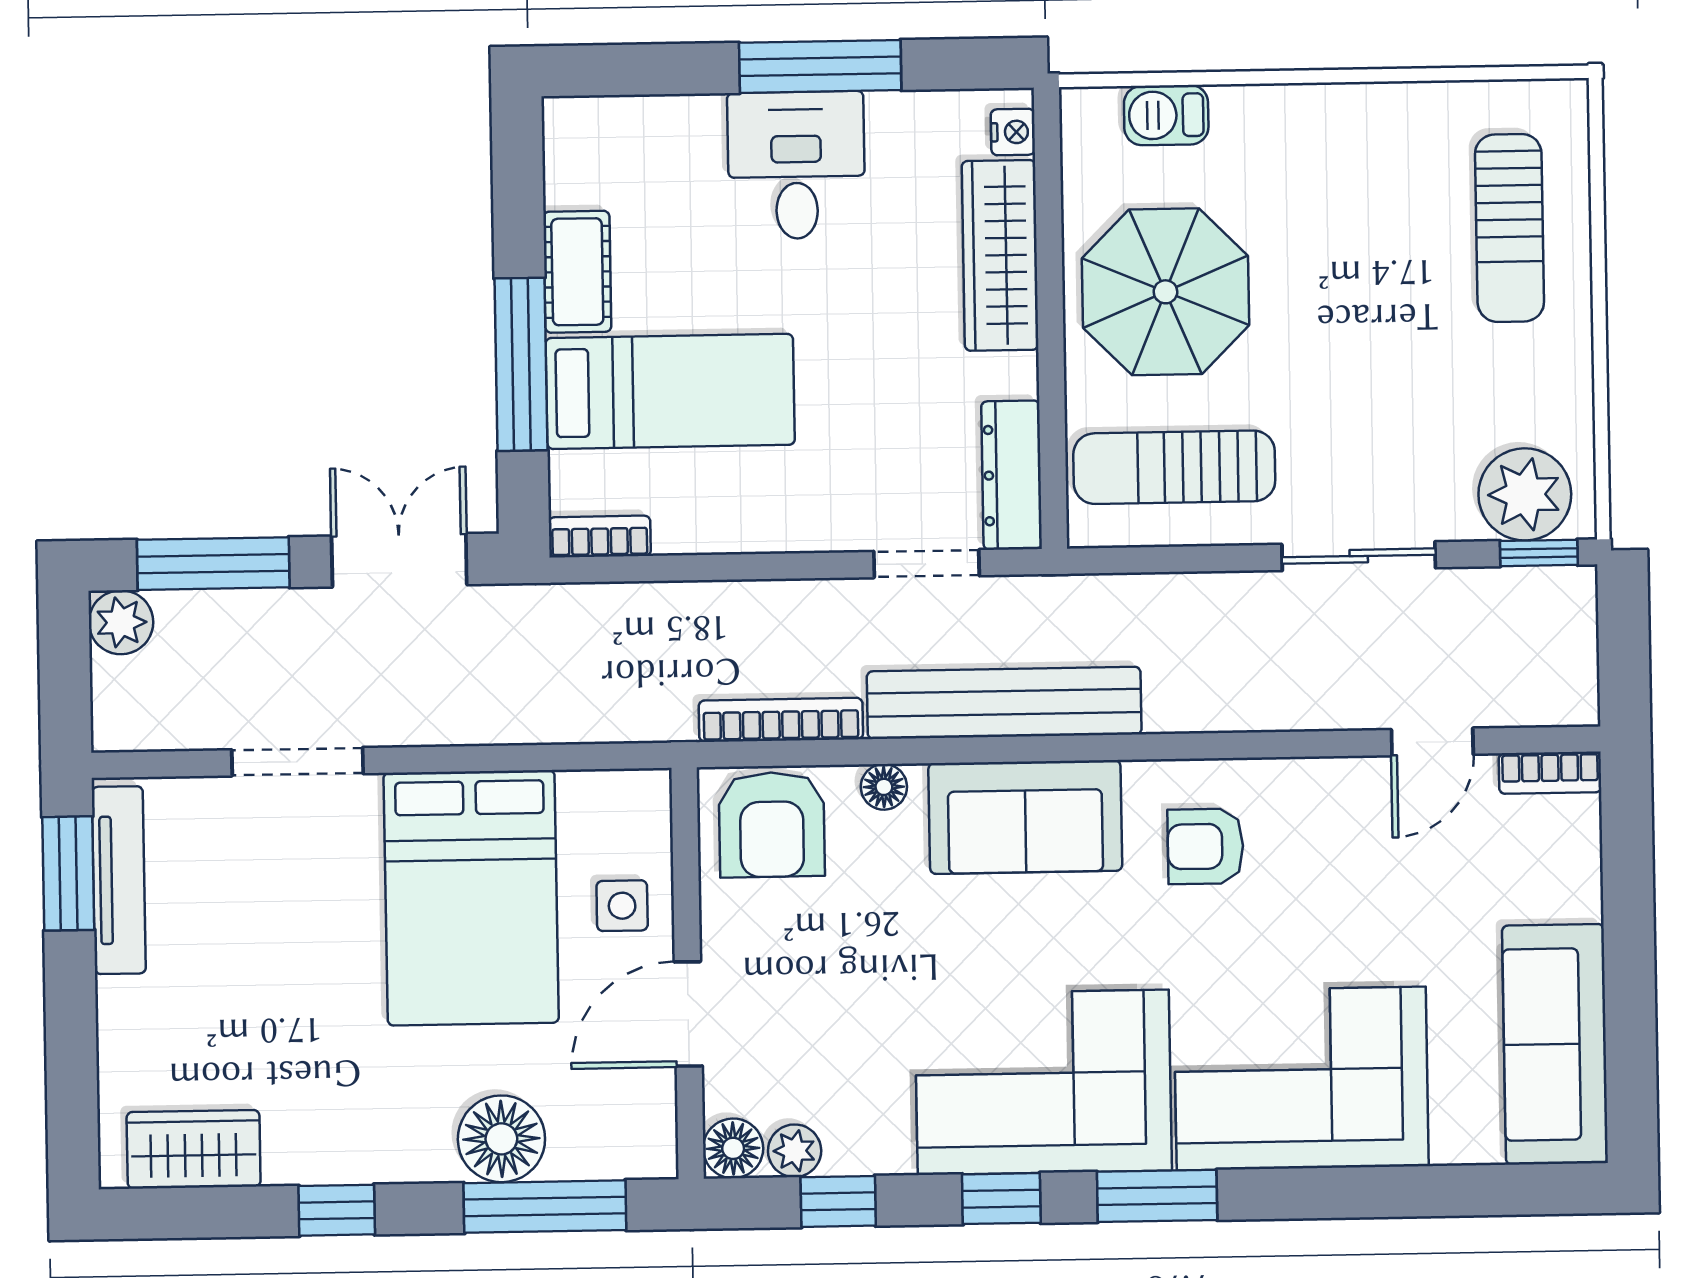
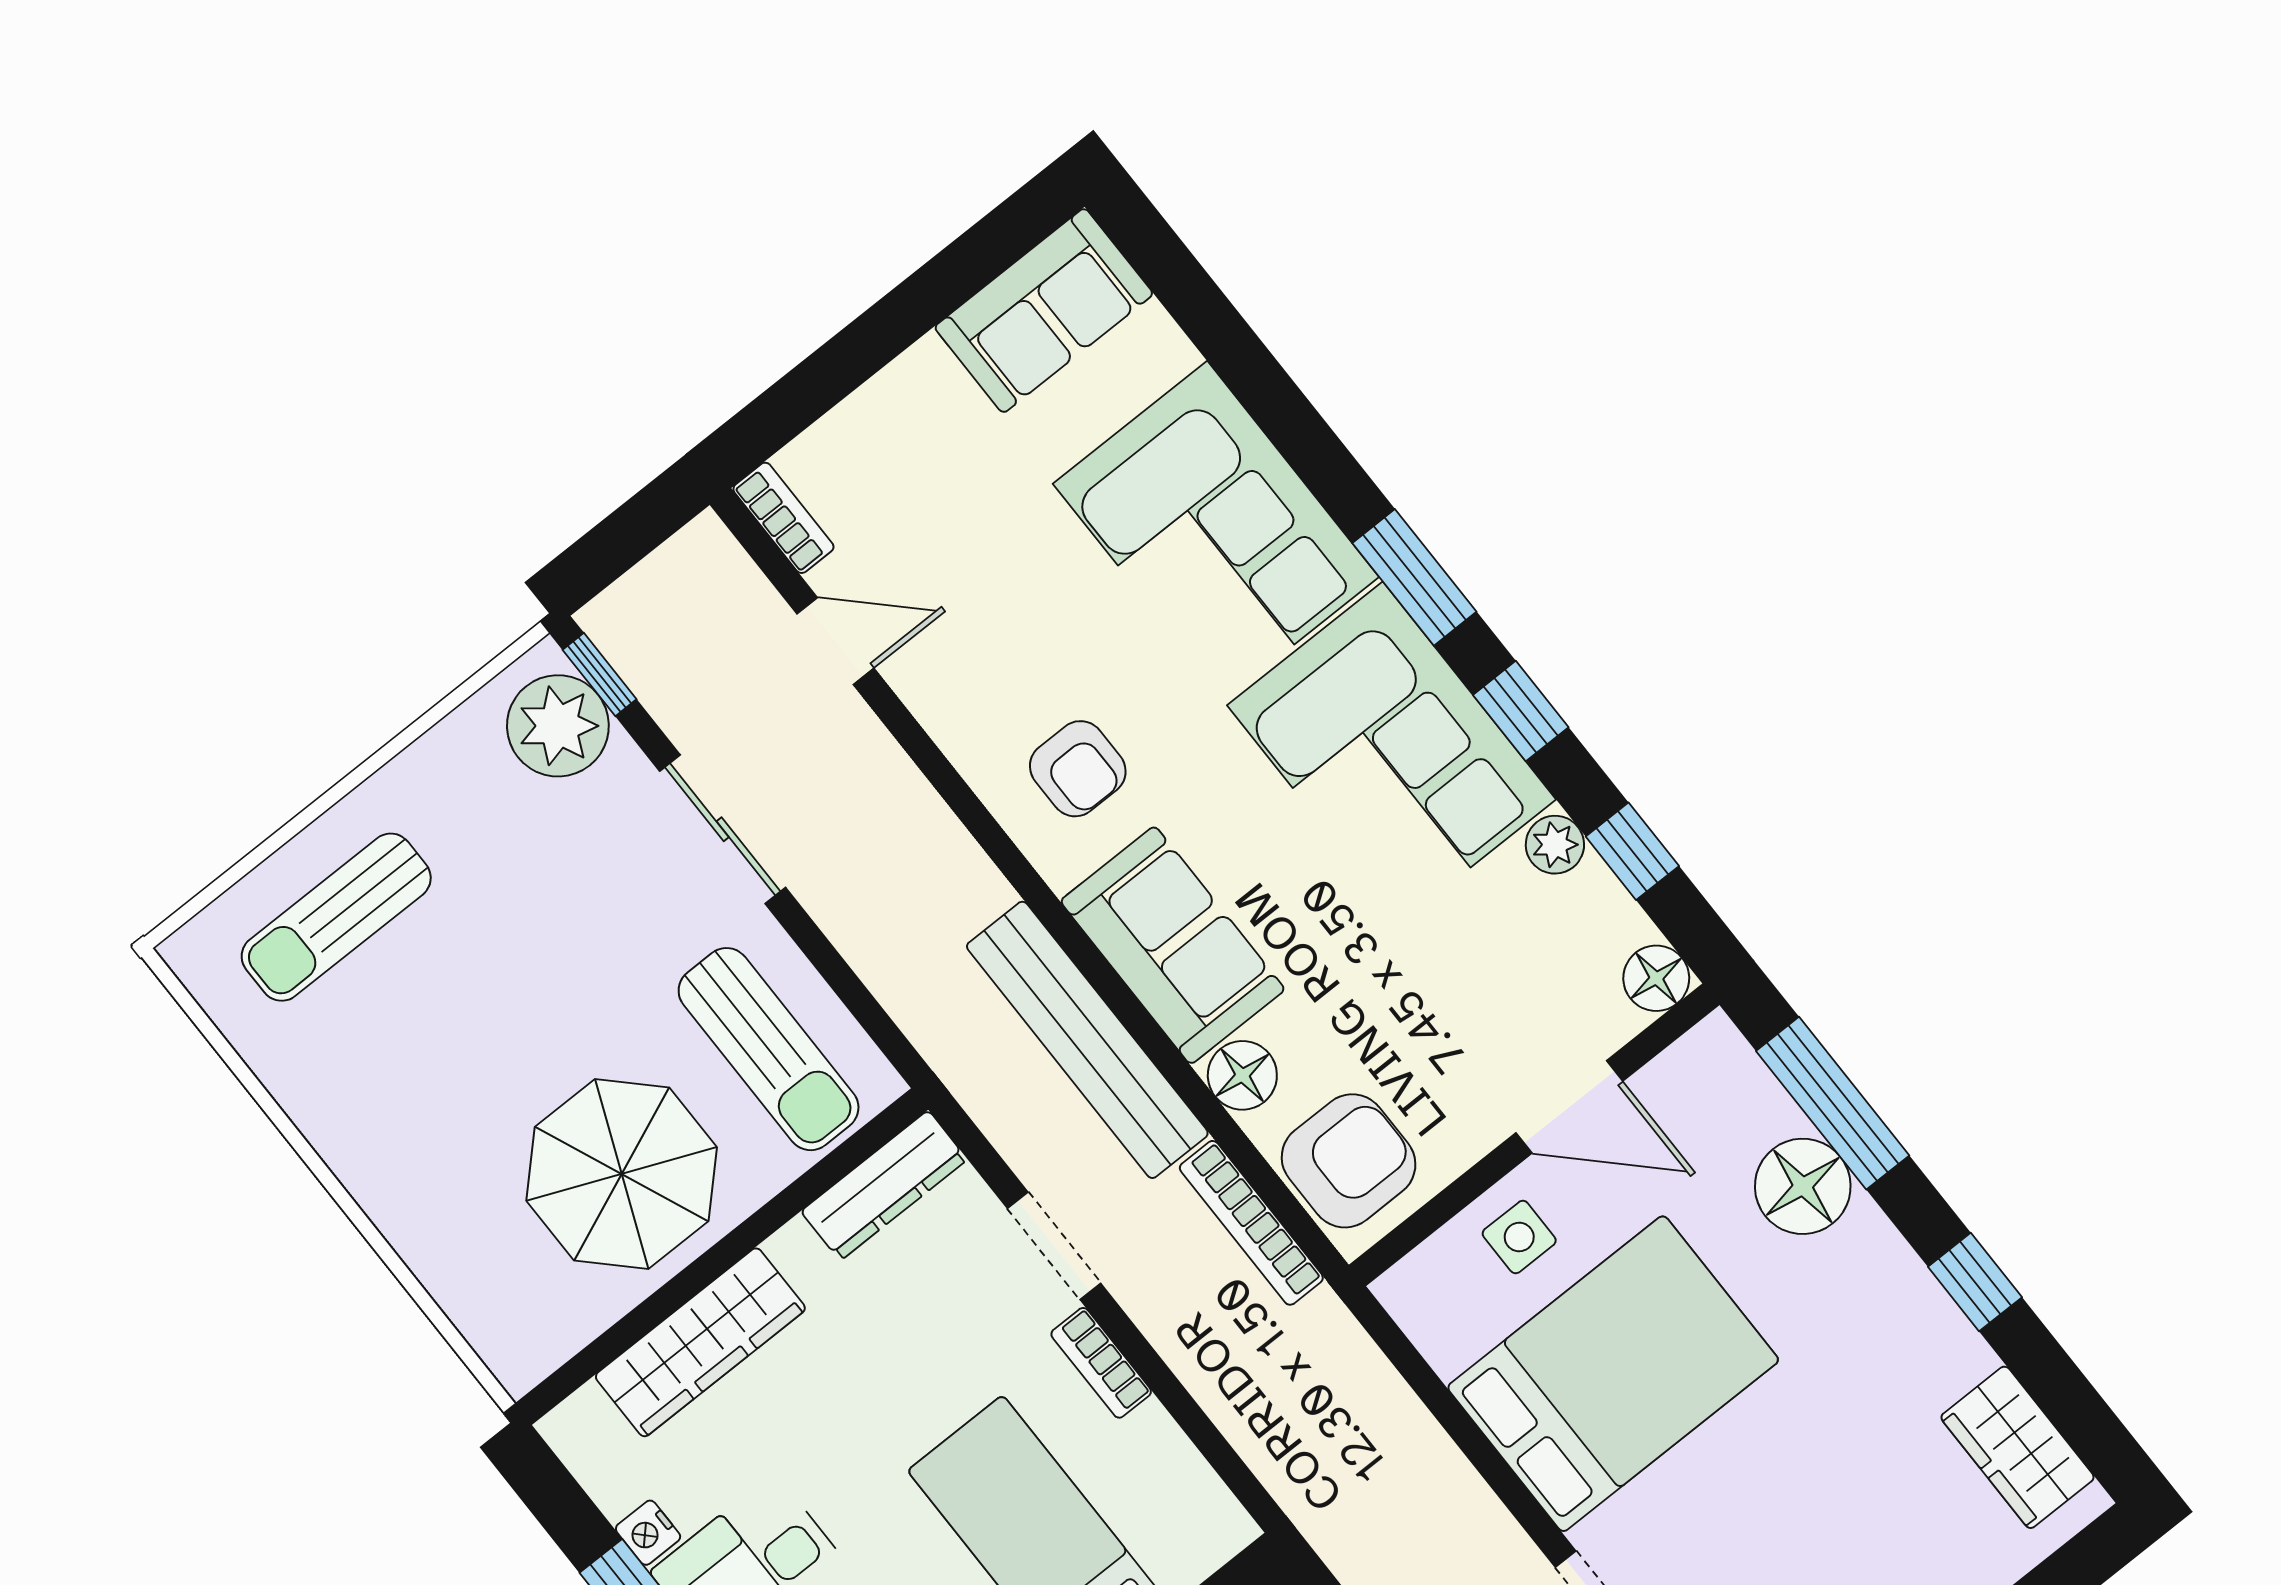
barbecue: (1166, 115) -> (467, 1291), removed
nightstand: (1013, 132) -> (648, 1533), moved, turned -90
sun lounger: (1510, 228) -> (336, 917), turned 180
bookcase: (600, 537) -> (1101, 1363), moved
doorway: (927, 564) -> (1054, 1246), moved
floor lamp: (884, 787) -> (1242, 1075), width x1.37, depth x1.37
sofa: (1555, 1044) -> (1044, 311), width x0.73
plant: (795, 1151) -> (1555, 845), moved

